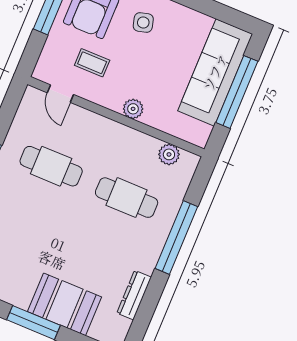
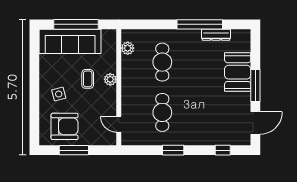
coffee table: (92, 63) -> (88, 79), moved
door: (60, 94) -> (119, 124), swing flipped
window: (176, 237) -> (200, 24), moved

